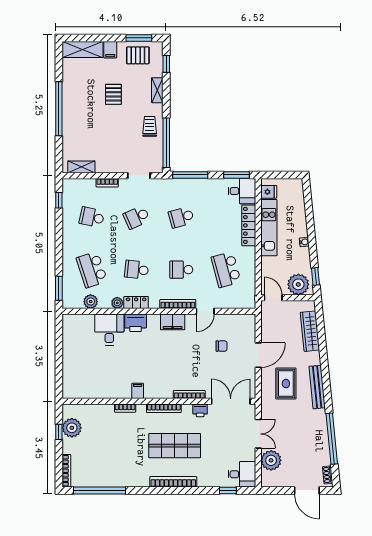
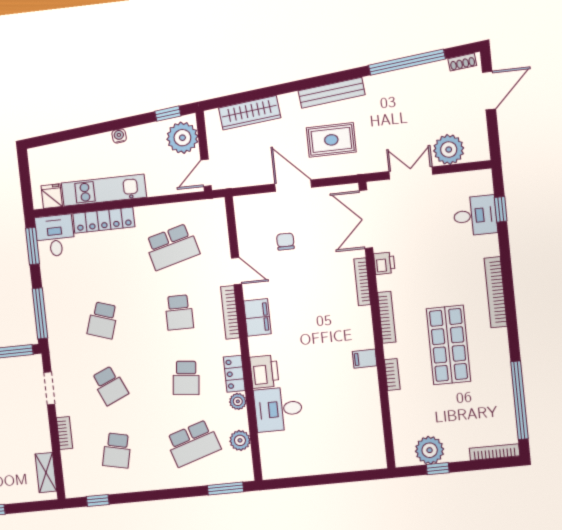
school desk: (181, 217) -> (103, 320), turned 33
shop shelf: (175, 446) -> (448, 345), moved
desk: (242, 474) -> (475, 216), moved, turned 90

